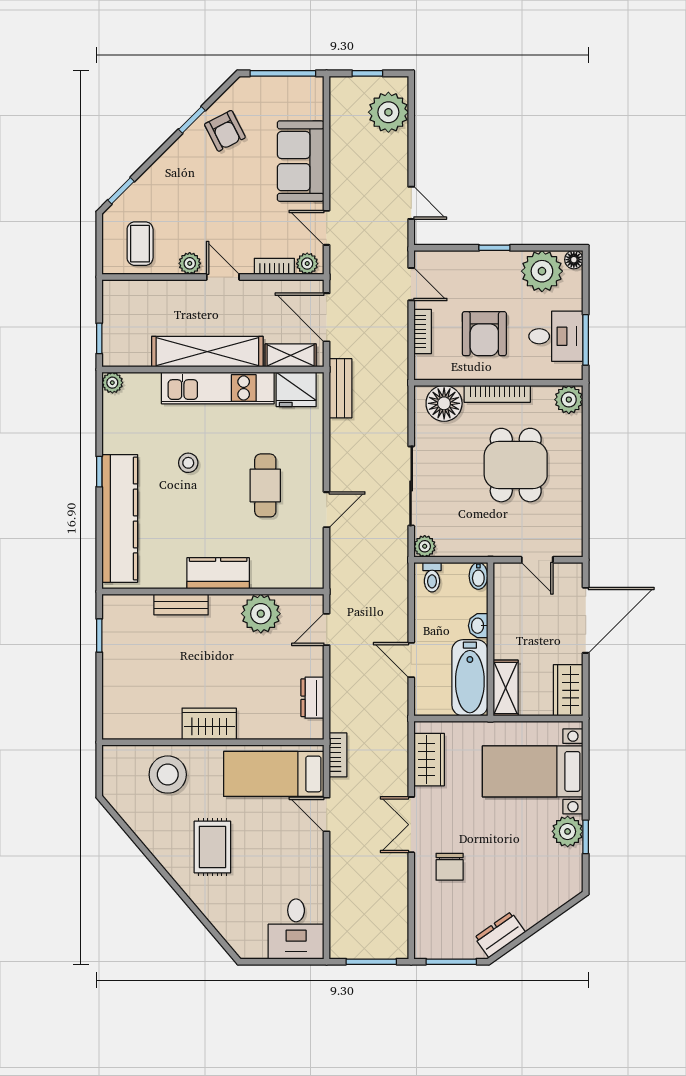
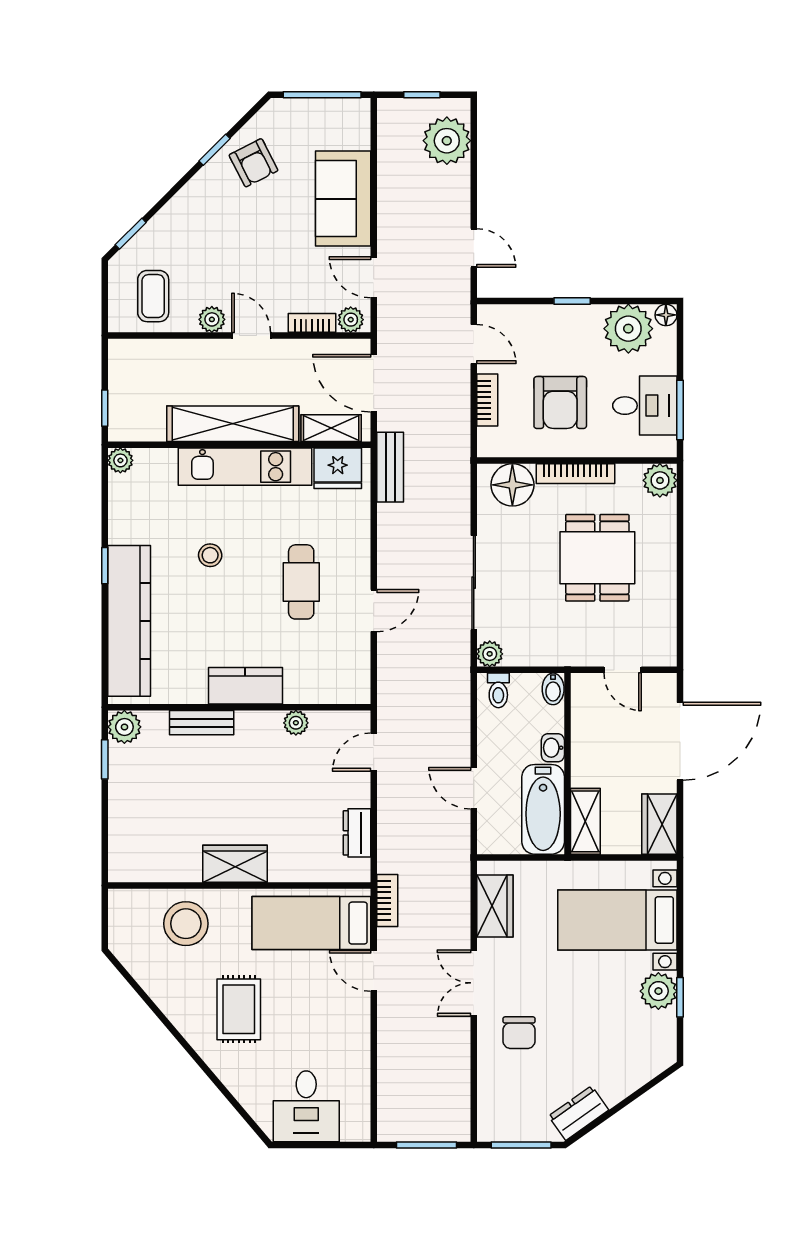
plant: (116, 608) -> (124, 727), added
plant: (261, 614) -> (296, 723), width x0.53, depth x0.53
desk: (296, 929) -> (306, 1106), moved

